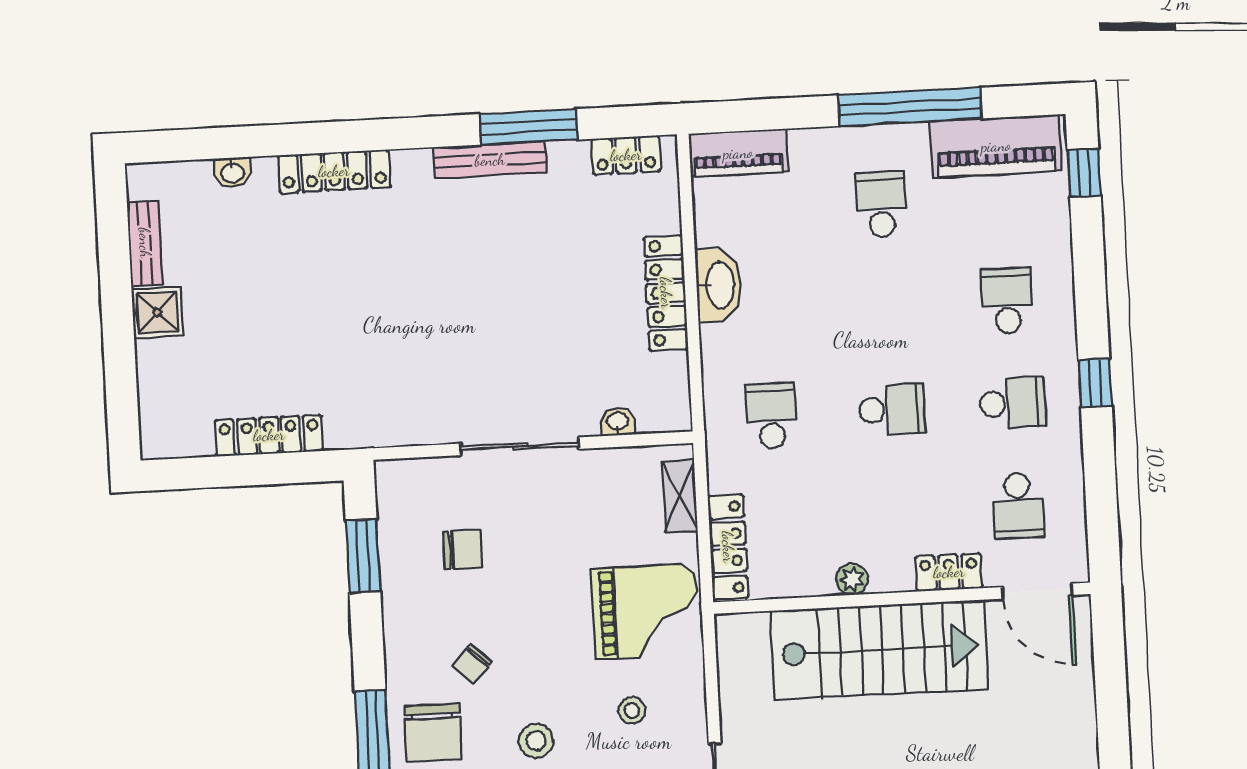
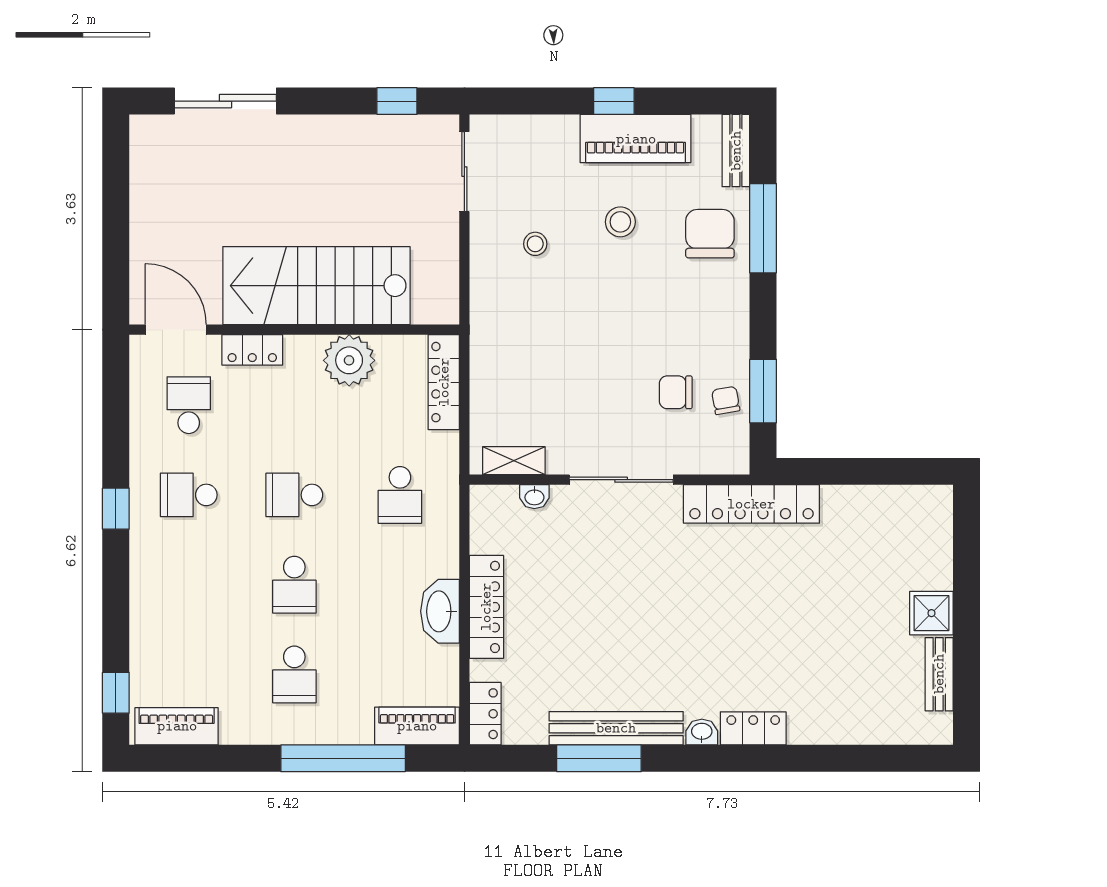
window: (910, 107) -> (343, 758), moved
piano: (996, 146) -> (177, 726), width x0.73, depth x0.75
locker: (626, 155) -> (485, 714), moved, turned 90
bench: (490, 160) -> (616, 728), width x1.37, depth x1.21
locker: (334, 171) -> (753, 728), width x0.66
washbasin: (232, 172) -> (702, 732), moved
school desk: (1007, 301) -> (294, 585), moved
locker: (269, 435) -> (751, 504), moved, width x1.41, depth x1.21
shelving: (680, 496) -> (514, 461), moved, turned 90
plant: (852, 579) -> (349, 360), width x1.88, depth x1.88
grand piano: (645, 612) -> (519, 330), removed
chair: (472, 664) -> (726, 400), moved, turned -53

